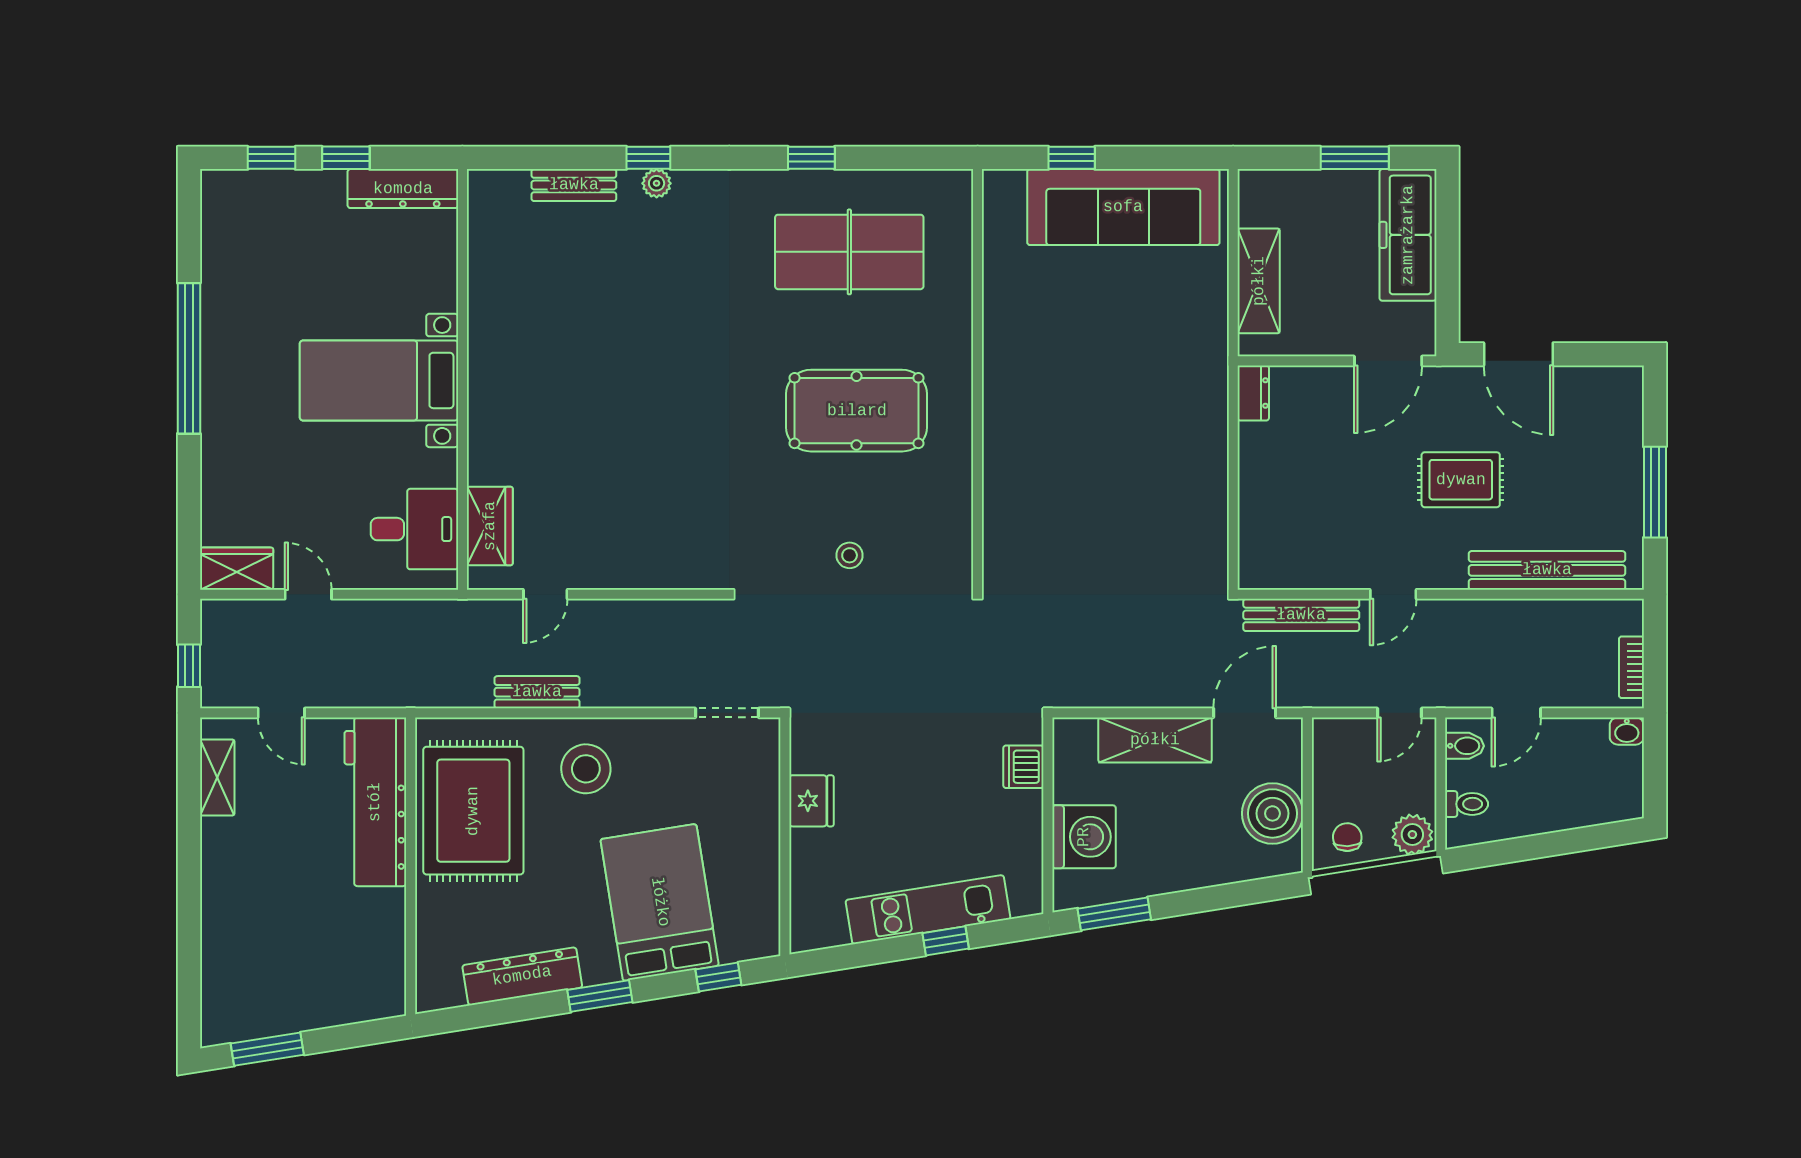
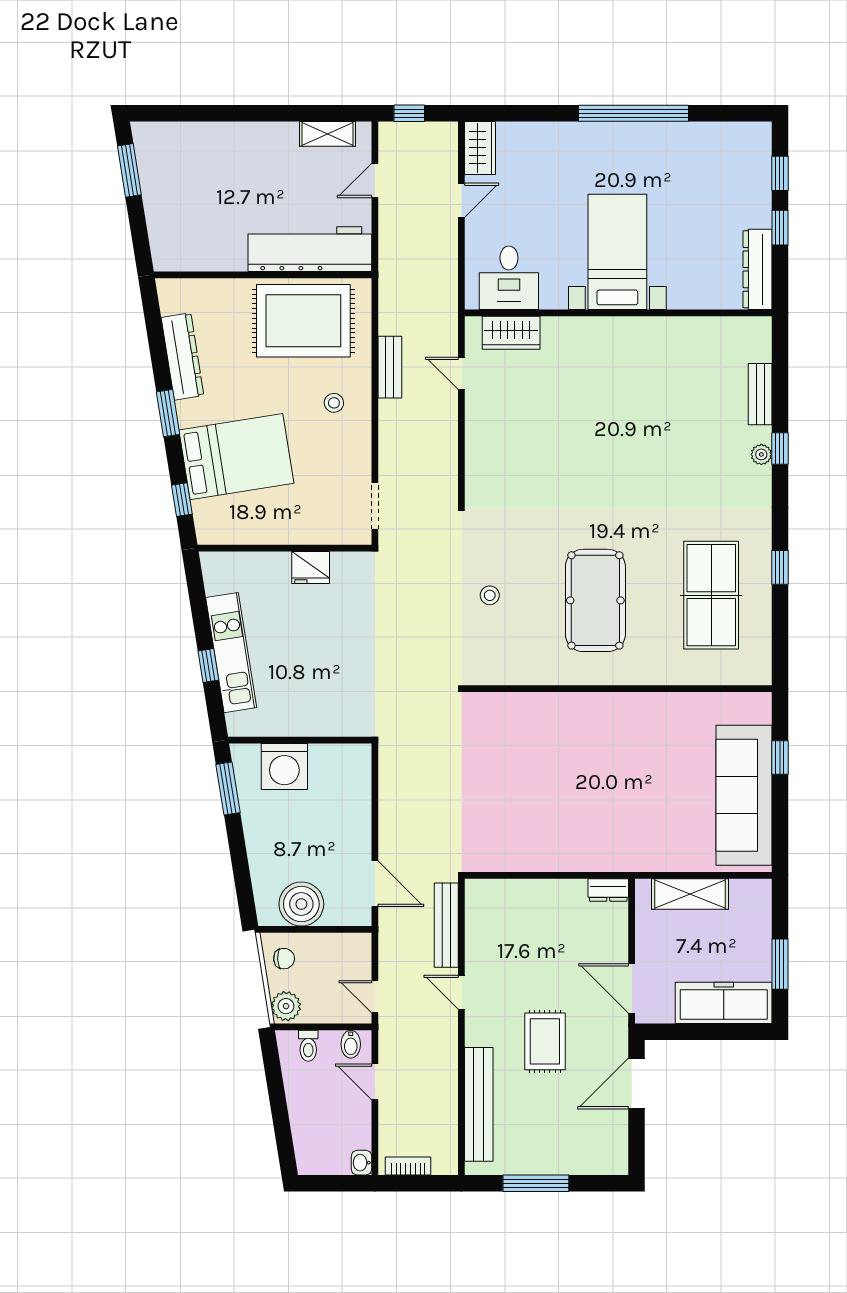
shelving: (1155, 740) -> (355, 818), removed
dishwasher: (1023, 767) -> (335, 722), removed
stool: (586, 769) -> (334, 403), width x0.53, depth x0.53

